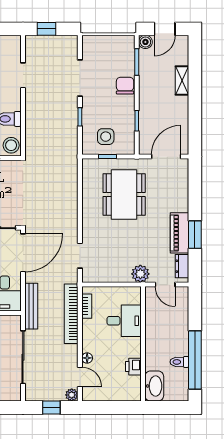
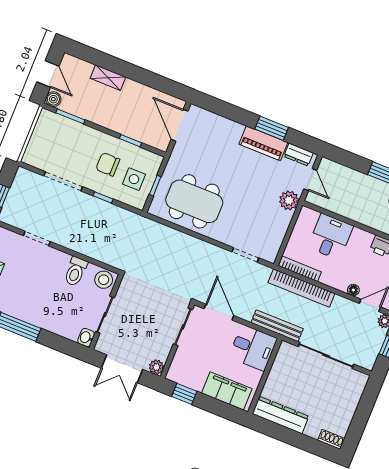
chair: (125, 86) -> (108, 164), moved
dining table: (124, 195) -> (194, 201), moved
door: (23, 253) -> (219, 312), width x0.73
door: (165, 285) -> (310, 180), hinge flipped
bookcase: (87, 306) -> (300, 269), width x1.56

